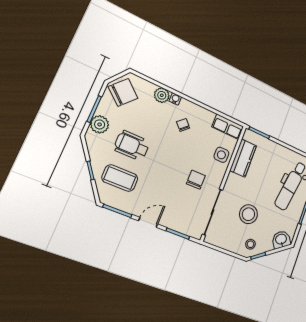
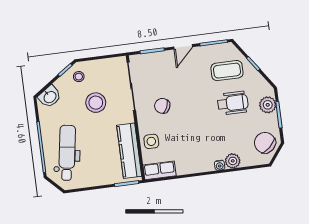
chair: (123, 92) -> (265, 143), turned 96
chair: (183, 125) -> (200, 147), removed
kitchen counter: (243, 158) -> (129, 151), width x1.50
chair: (196, 180) -> (162, 106), turned 115

